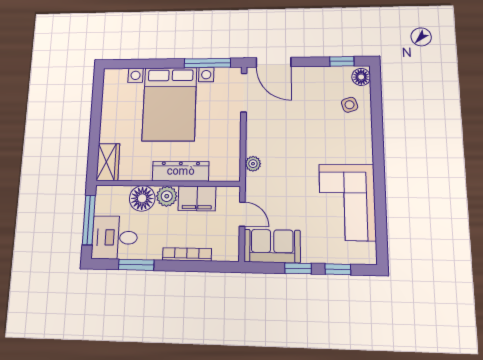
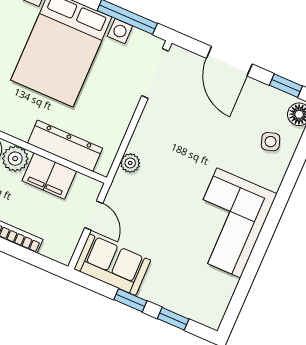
door: (274, 62) -> (229, 61), moved
dresser: (181, 171) -> (65, 146), moved
corner sofa: (347, 202) -> (229, 223), moved

